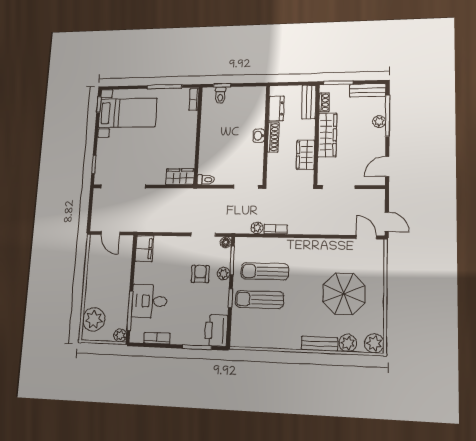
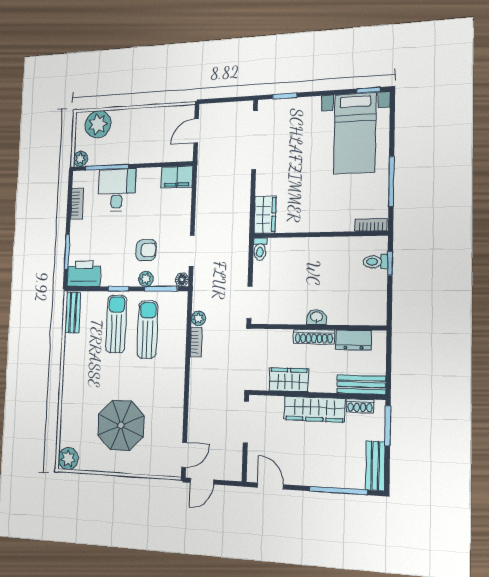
plant: (379, 122) -> (330, 479), removed
plant: (348, 343) -> (69, 428), removed
bench: (320, 344) -> (73, 313), moved

